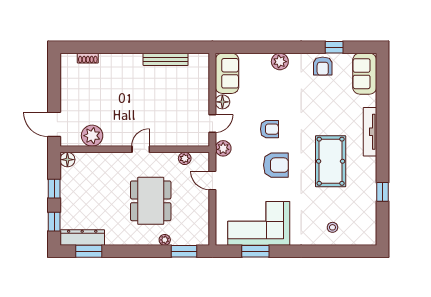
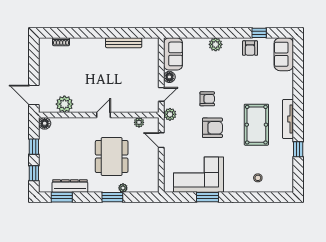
tv unit: (370, 132) -> (288, 119), moved
dresser: (82, 237) -> (70, 186), moved
window: (184, 251) -> (112, 197), moved
window: (255, 251) -> (207, 197), moved

